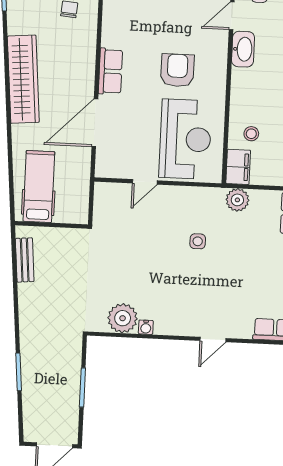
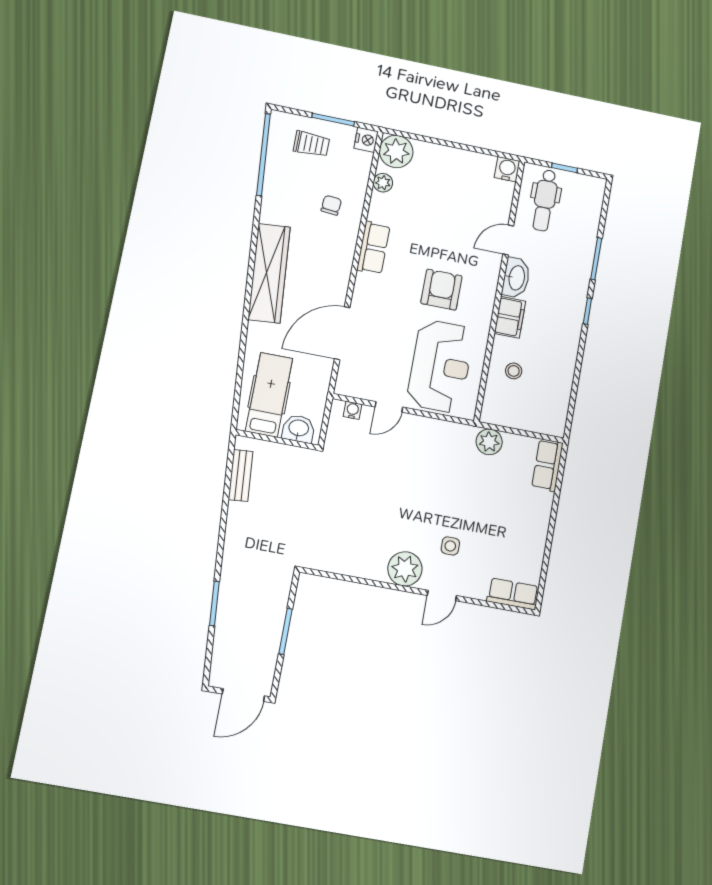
row of seats: (110, 71) -> (373, 248), moved
filing cabinet: (238, 167) -> (510, 317), moved
washbasin: (69, 212) -> (299, 429), added
side table: (198, 241) -> (450, 546), moved
plant: (123, 318) -> (405, 569), moved
water cooler: (146, 327) -> (353, 410), moved, turned 180

